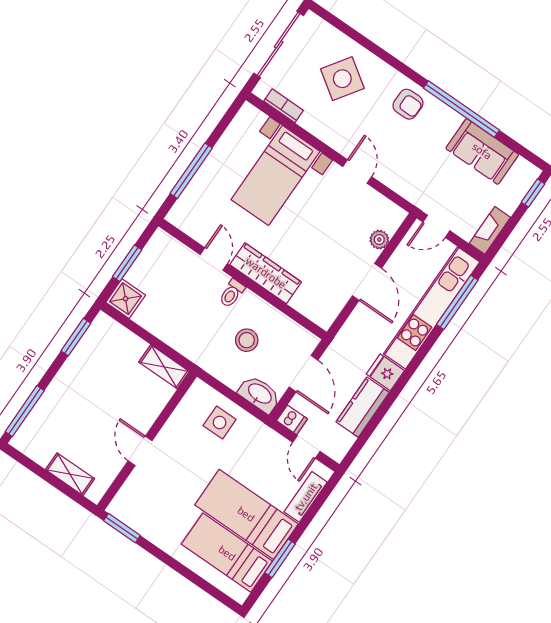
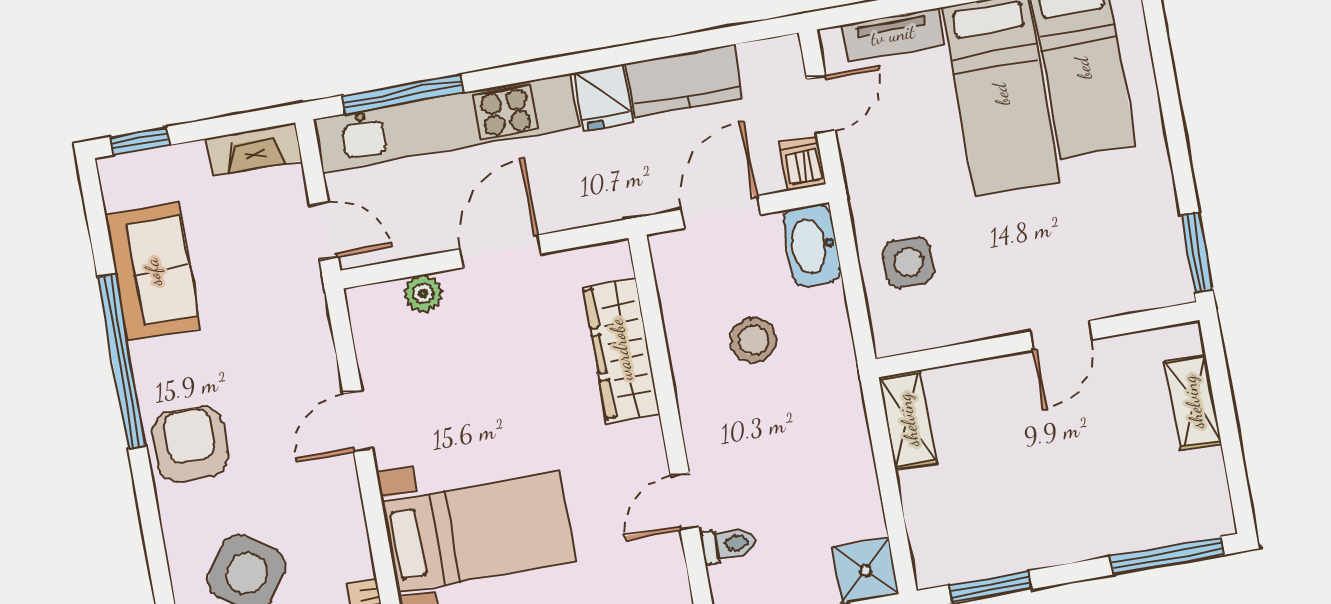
armchair: (408, 104) -> (190, 444), width x1.38, depth x1.38
wardrobe: (266, 273) -> (621, 350), moved
toilet: (232, 293) -> (729, 544), moved

